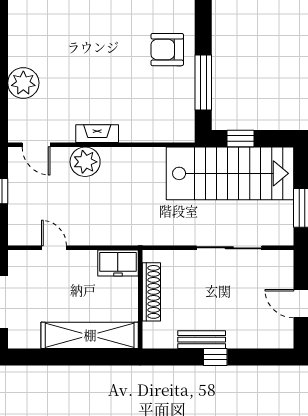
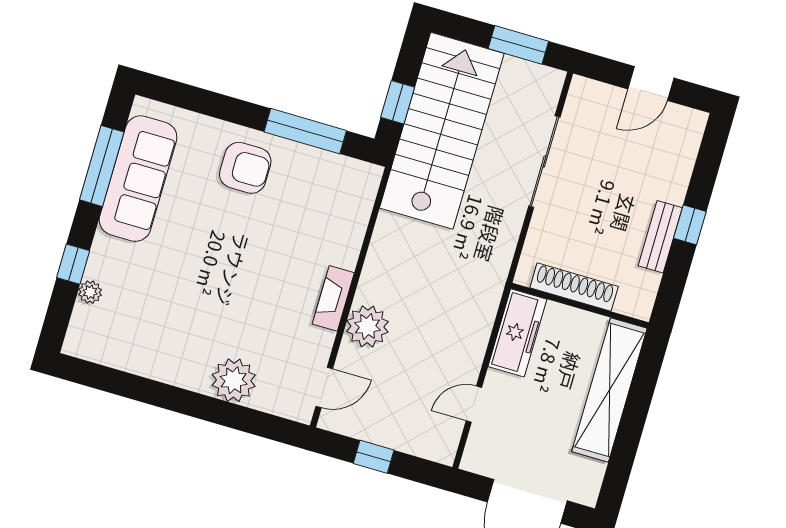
armchair: (167, 50) -> (245, 168), turned -90
freezer: (118, 263) -> (517, 333), width x1.40

